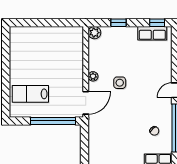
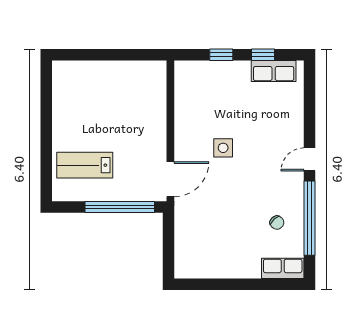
window: (157, 23) -> (263, 55), moved
plant: (94, 33) -> (184, 70), removed
plant: (93, 76) -> (182, 138), removed

